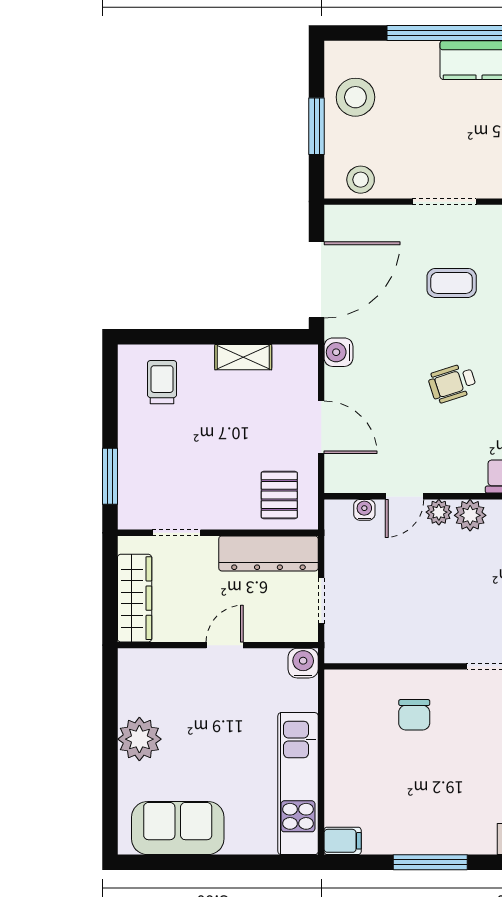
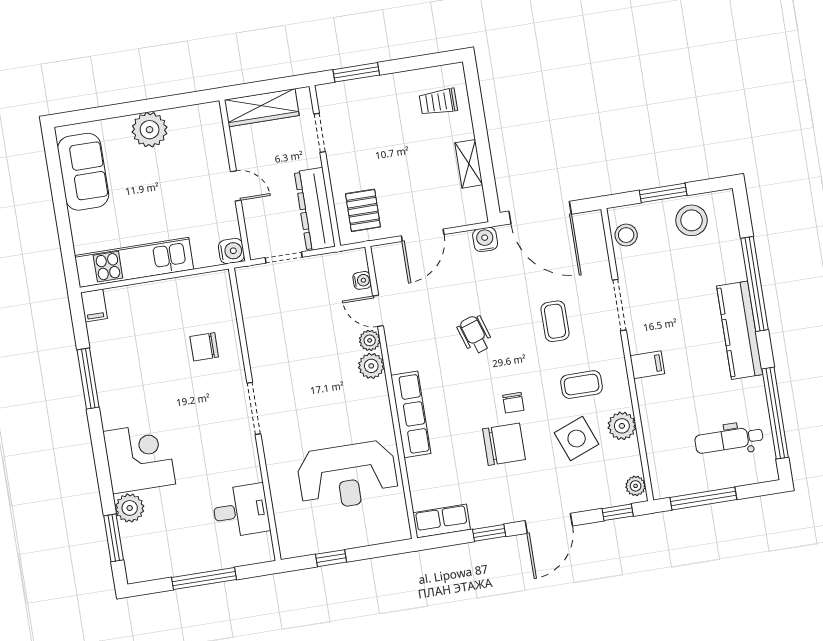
trolley: (162, 382) -> (438, 102), turned 180
pallet: (279, 495) -> (363, 210), turned 90

